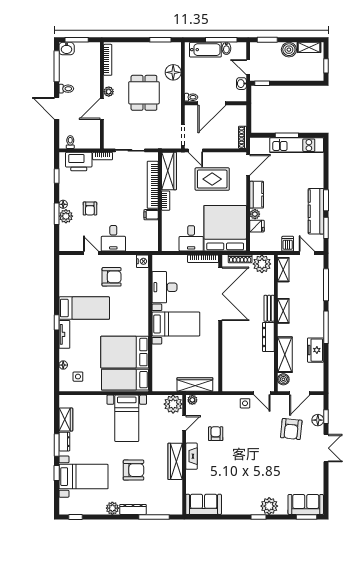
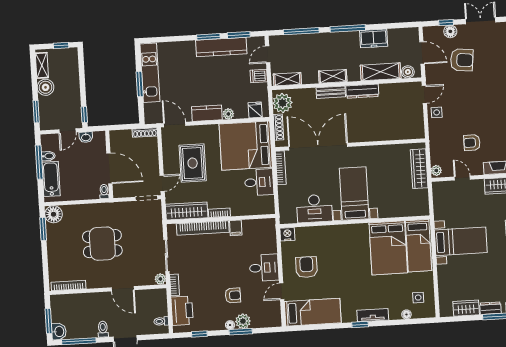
floor lamp: (173, 72) -> (54, 214), moved
plant: (109, 92) -> (160, 279), moved
fridge: (257, 226) -> (255, 110), moved
bed: (84, 308) -> (313, 312), moved, turned 90
plant: (173, 404) -> (442, 191), removed

